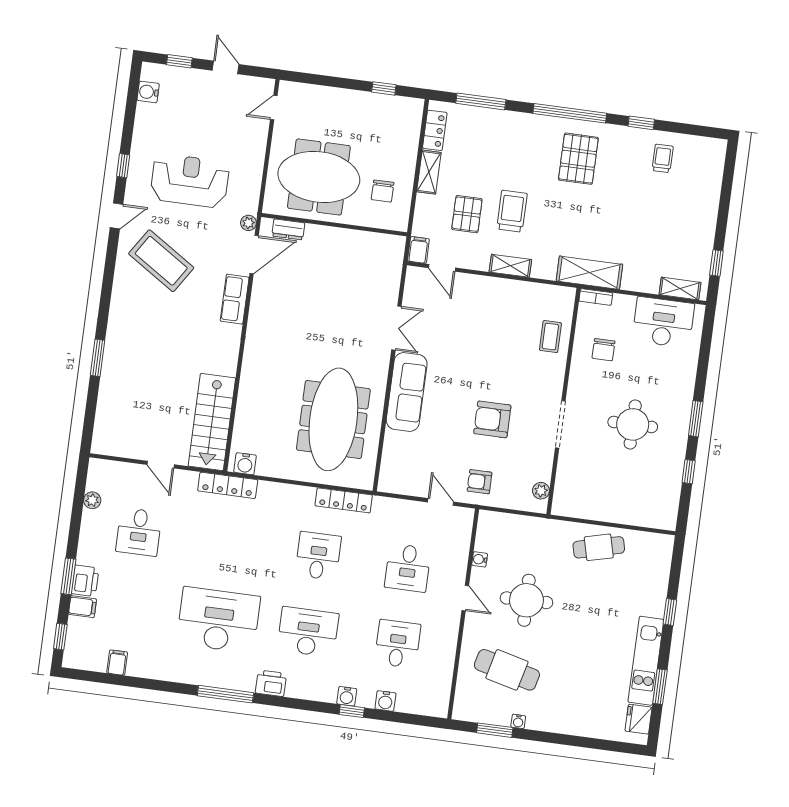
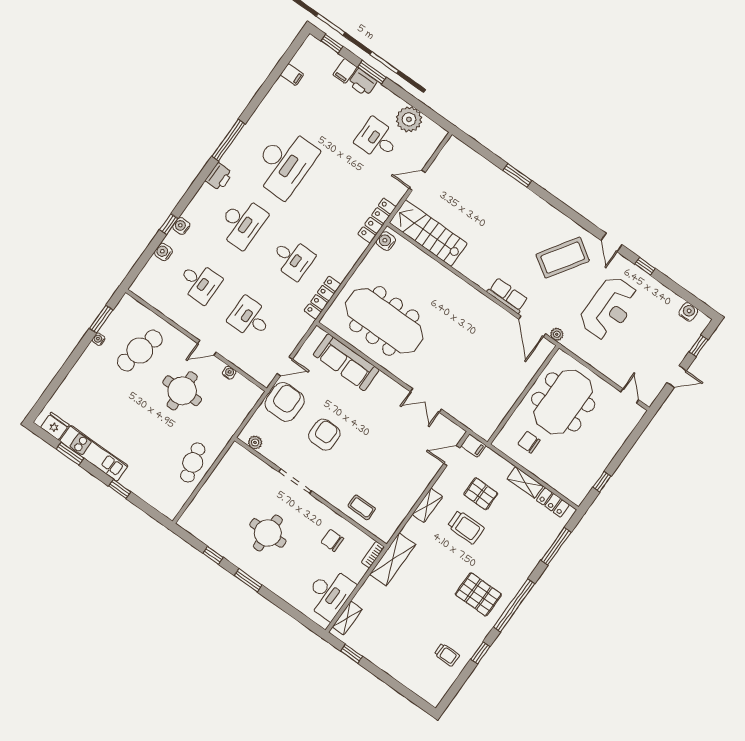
dresser: (288, 229) -> (537, 360), removed
sofa: (407, 392) -> (346, 362), moved
armchair: (480, 482) -> (285, 402), width x1.88, depth x1.88
plant: (92, 500) -> (409, 119), width x1.88, depth x1.88

